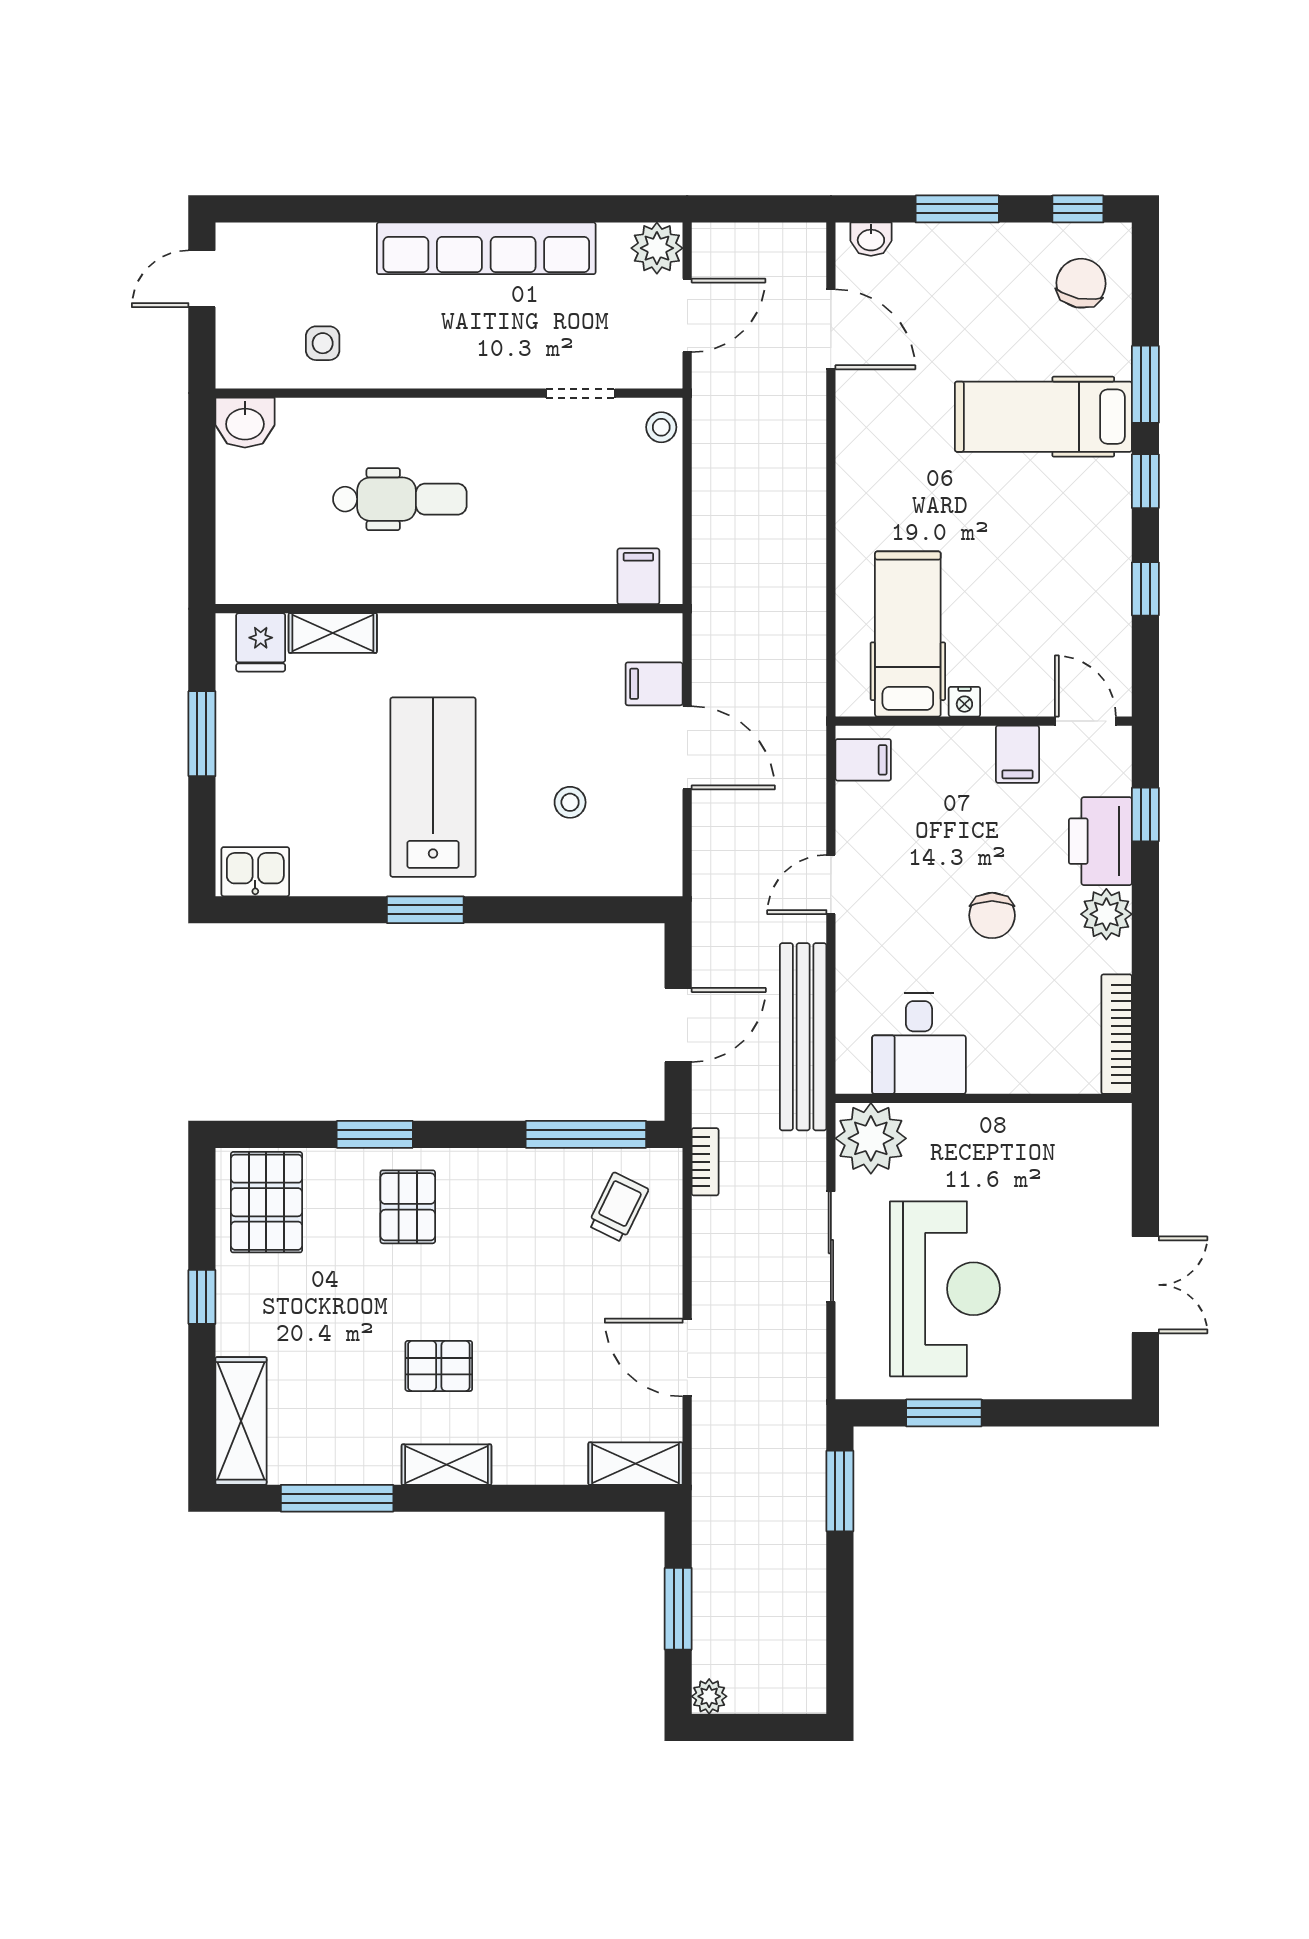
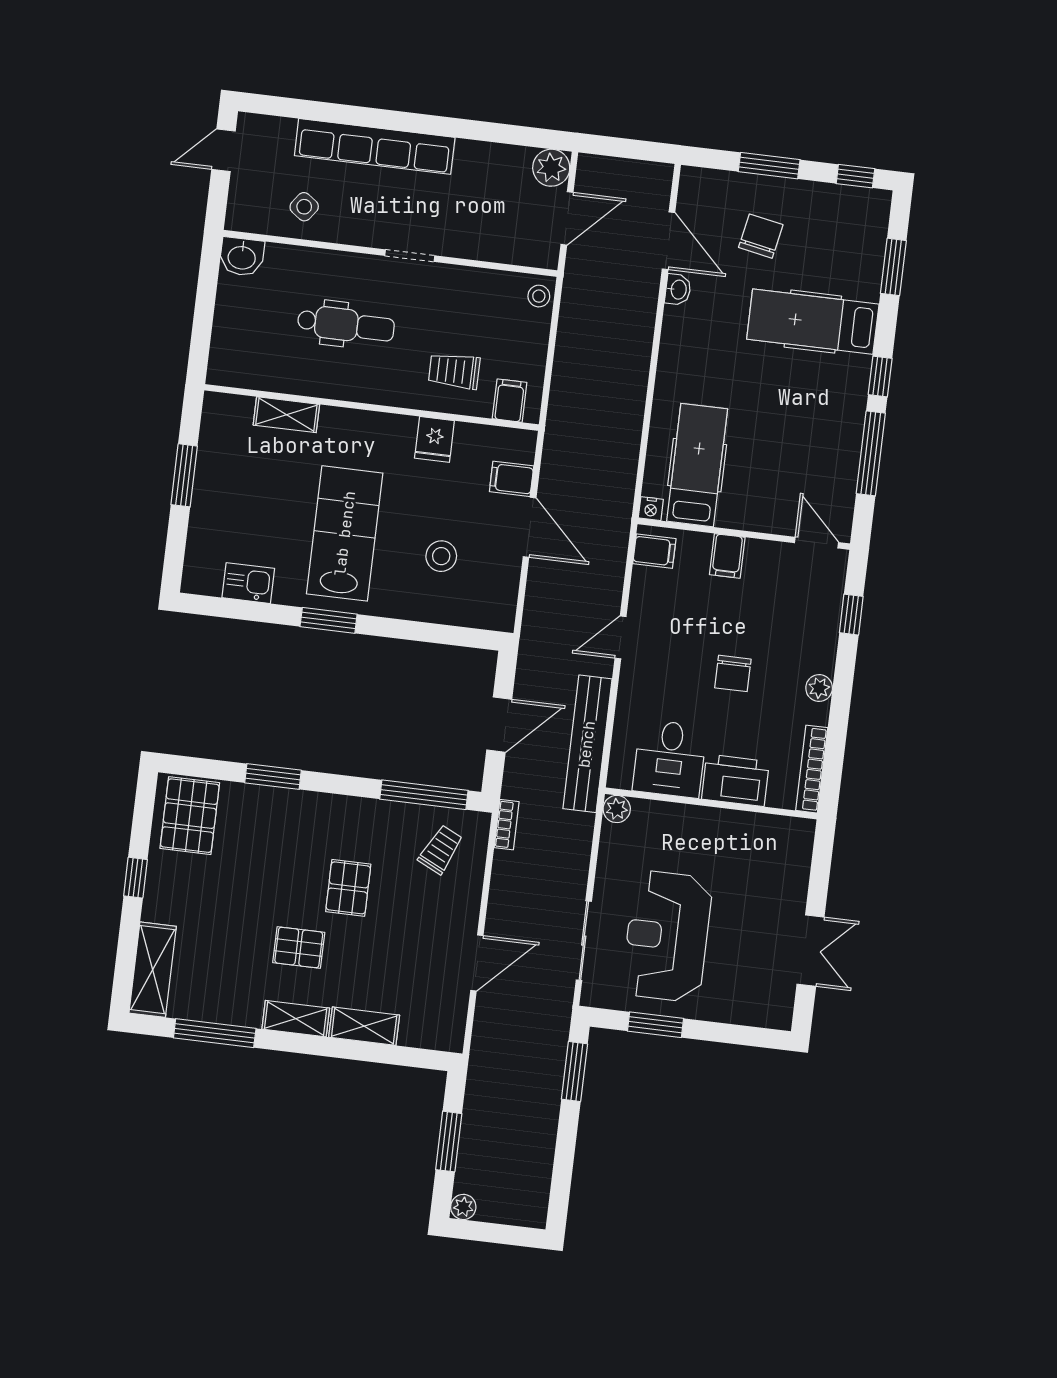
washbasin: (871, 239) -> (678, 290), moved, turned -90
row of seats: (486, 248) -> (375, 146), moved
chair: (1081, 283) -> (761, 236), moved
side table: (323, 343) -> (304, 207), turned 36
window: (1145, 384) -> (893, 267), moved
doorway: (580, 393) -> (410, 256), moved
trolley: (557, 545) -> (454, 371), added
window: (1145, 589) -> (871, 453), width x2.17
fridge: (261, 642) -> (434, 439), moved
nightstand: (964, 702) -> (651, 509), moved
filing cabinet: (1017, 754) -> (727, 556), moved
stool: (570, 802) -> (441, 556), width x1.37, depth x1.37
printer: (1100, 841) -> (735, 780), moved, turned 90
kitchen sink: (255, 872) -> (248, 583), moved
plant: (1106, 914) -> (819, 688), width x0.73, depth x0.73
plant: (871, 1138) -> (617, 809), width x0.53, depth x0.53
pallet: (408, 1207) -> (348, 888), moved
sliding door: (831, 1247) -> (584, 941), moved
reception desk: (945, 1289) -> (667, 936), turned 180
door: (687, 1358) -> (477, 963), swing flipped
shelving: (636, 1464) -> (364, 1026), moved

